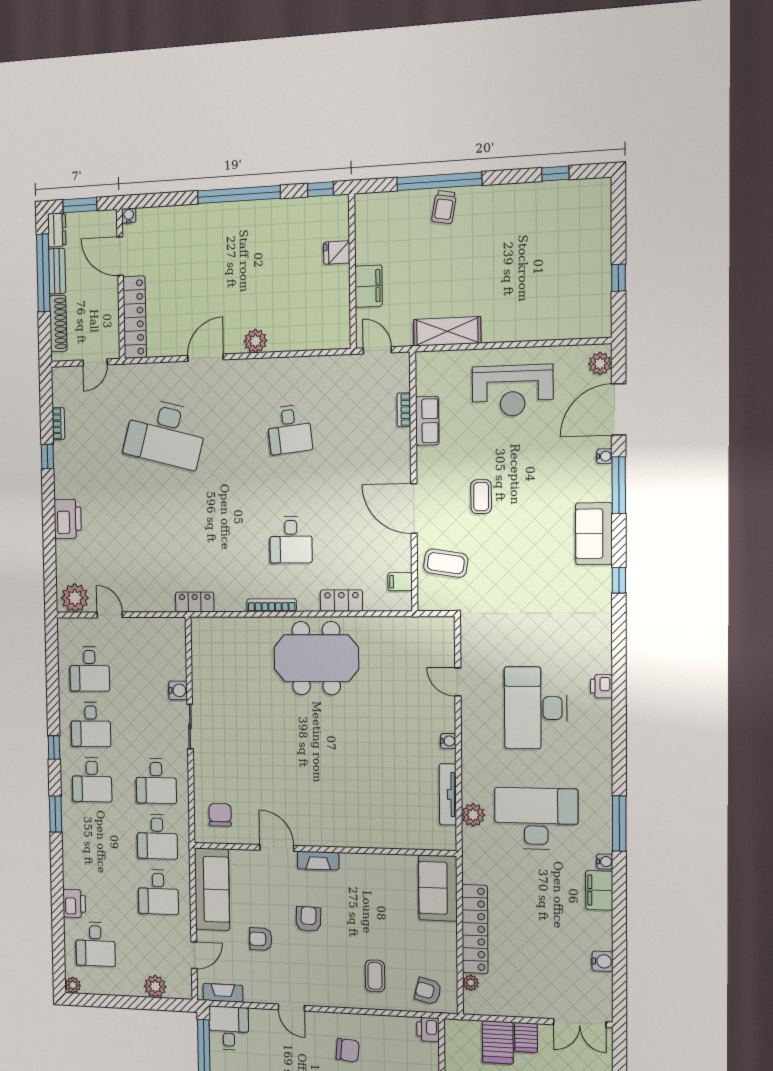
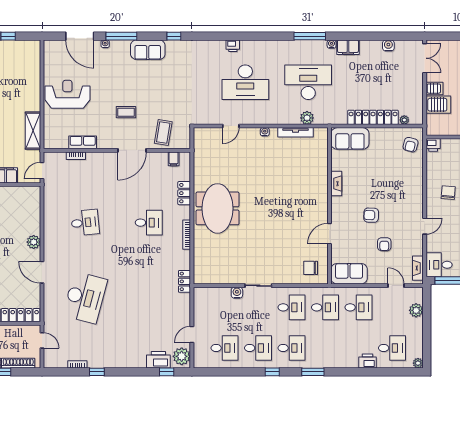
plant: (600, 364) -> (54, 46), removed
reception desk: (513, 391) -> (67, 94), turned -90
printer: (68, 519) -> (158, 360), moved
window: (50, 573) -> (167, 372), added
desk: (536, 819) -> (308, 82), turned 90
fireplace: (318, 861) -> (336, 184), moved
sofa: (212, 889) -> (349, 274), width x0.73
coffee table: (375, 976) -> (403, 176), removed

